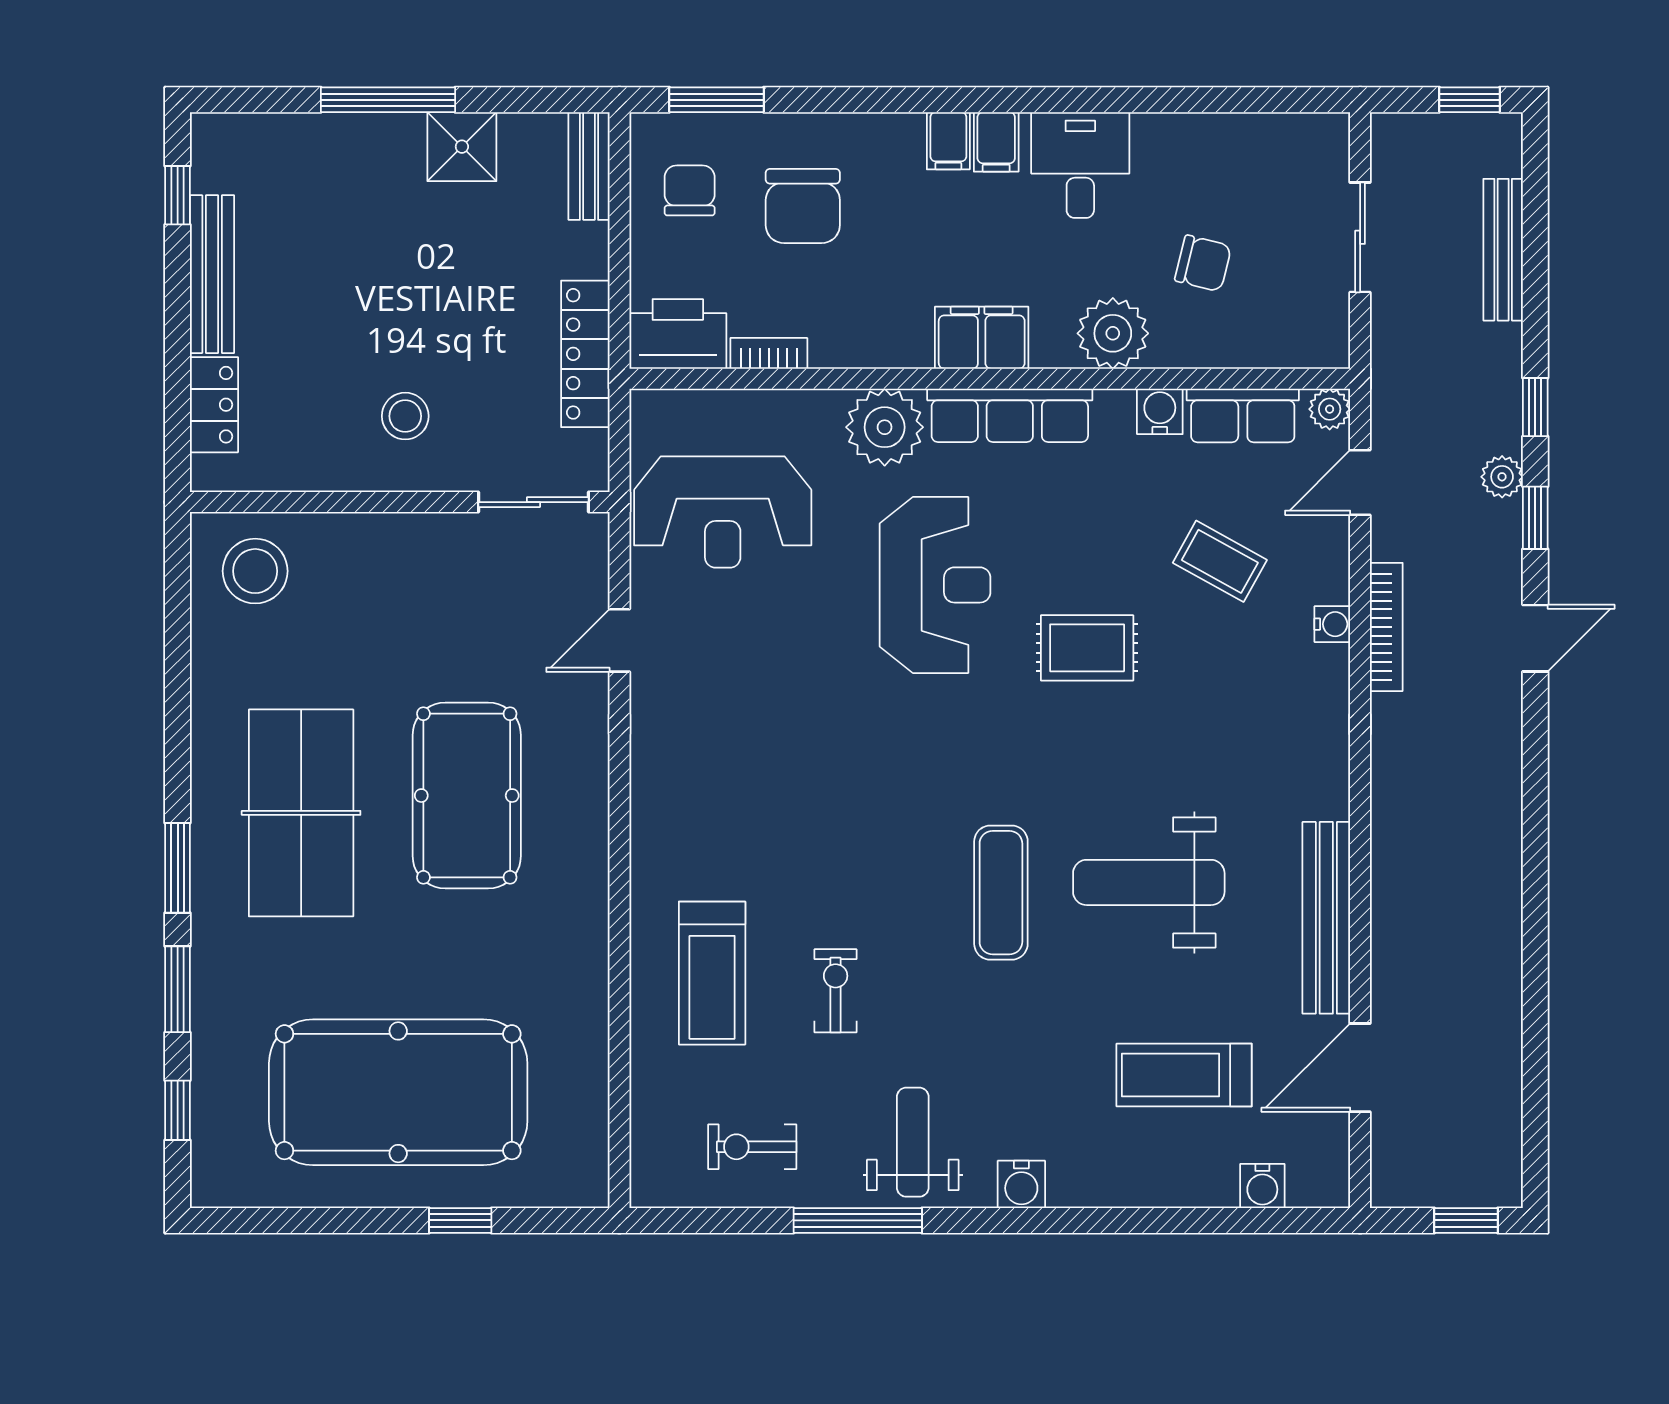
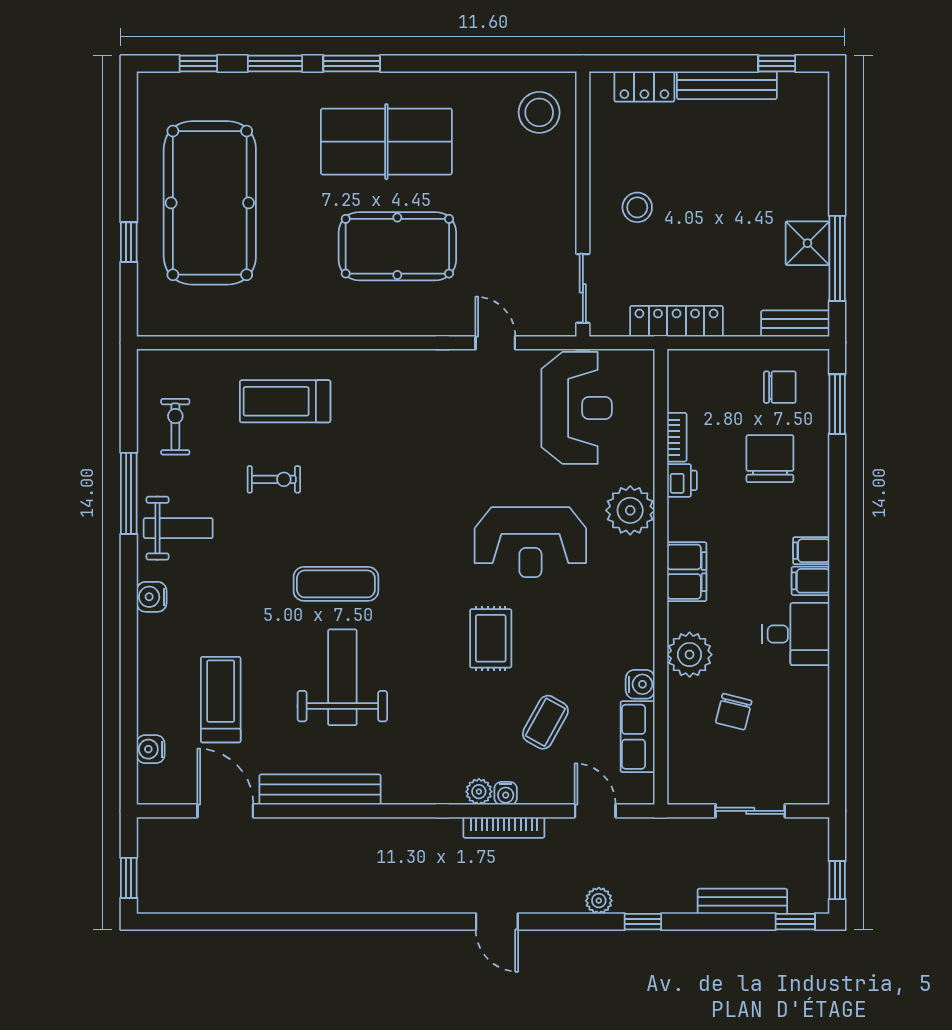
window: (388, 100) -> (837, 258), moved
chair: (803, 206) -> (770, 459), turned 90
printer: (678, 334) -> (682, 480), moved, width x0.53, depth x0.68
plant: (1330, 409) -> (479, 792), moved
row of seats: (1010, 415) -> (638, 589), removed
reception desk: (723, 512) -> (577, 408), turned 180
window: (1535, 518) -> (795, 922), moved

